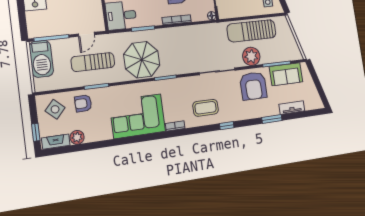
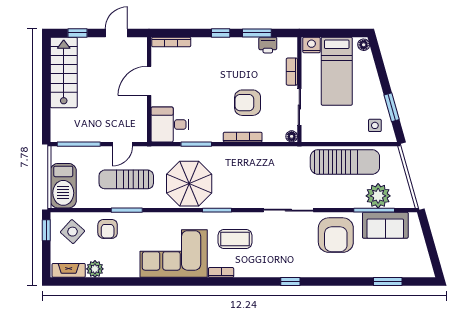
sun lounger: (252, 31) -> (345, 162), turned 180
plant: (251, 56) -> (378, 196), moved
barbecue: (41, 59) -> (63, 186), moved
armchair: (83, 103) -> (108, 229), turned -89
coffee table: (206, 108) -> (235, 239), moved
tv unit: (292, 108) -> (386, 271), removed
window: (272, 119) -> (388, 282), moved
window: (36, 132) -> (46, 230), moved

